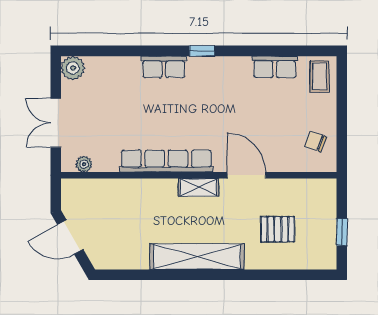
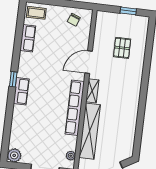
row of seats: (164, 67) -> (21, 91), moved
shelving: (197, 257) -> (90, 131), moved

